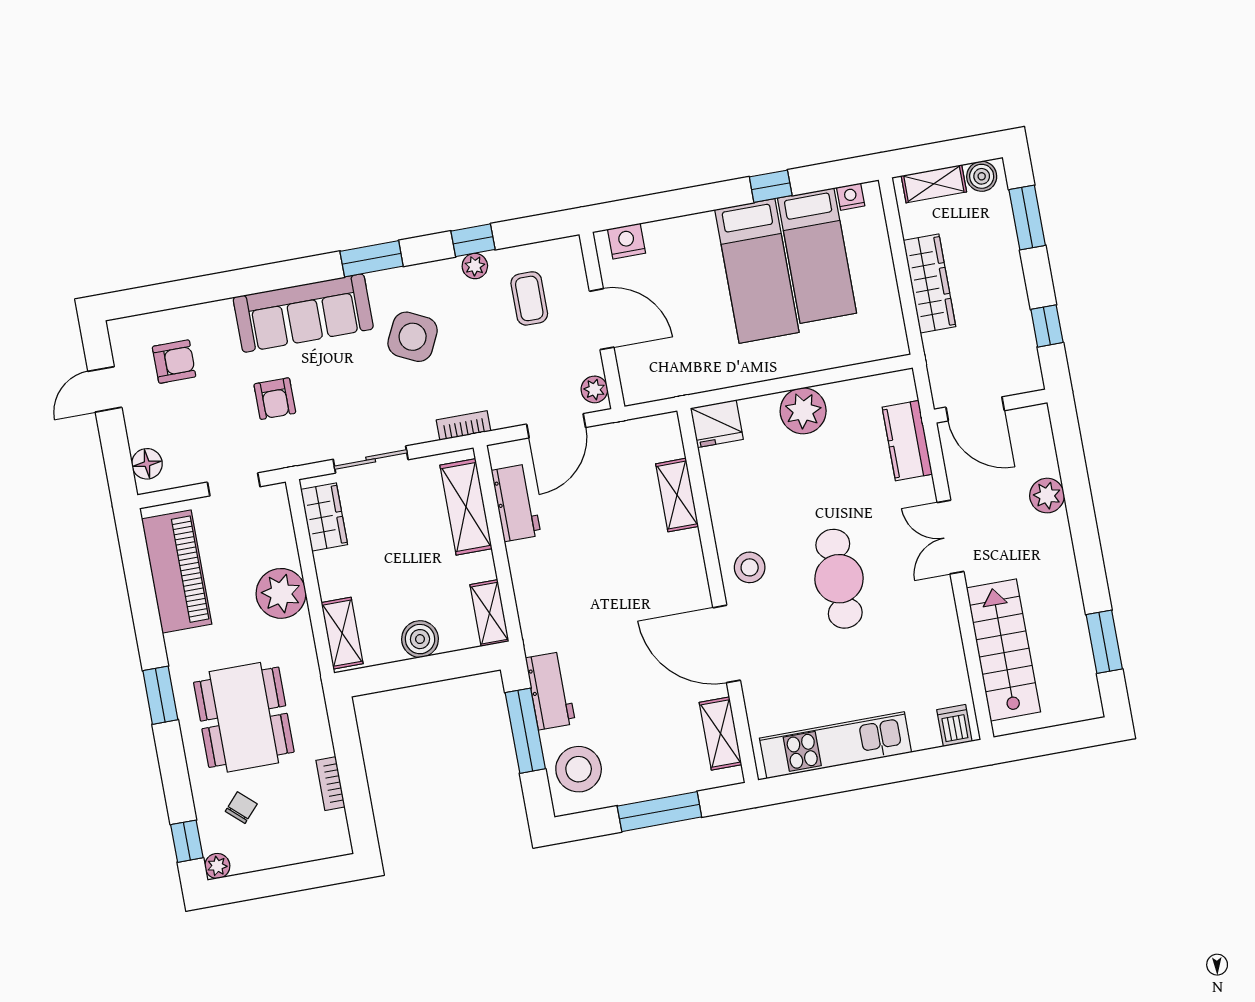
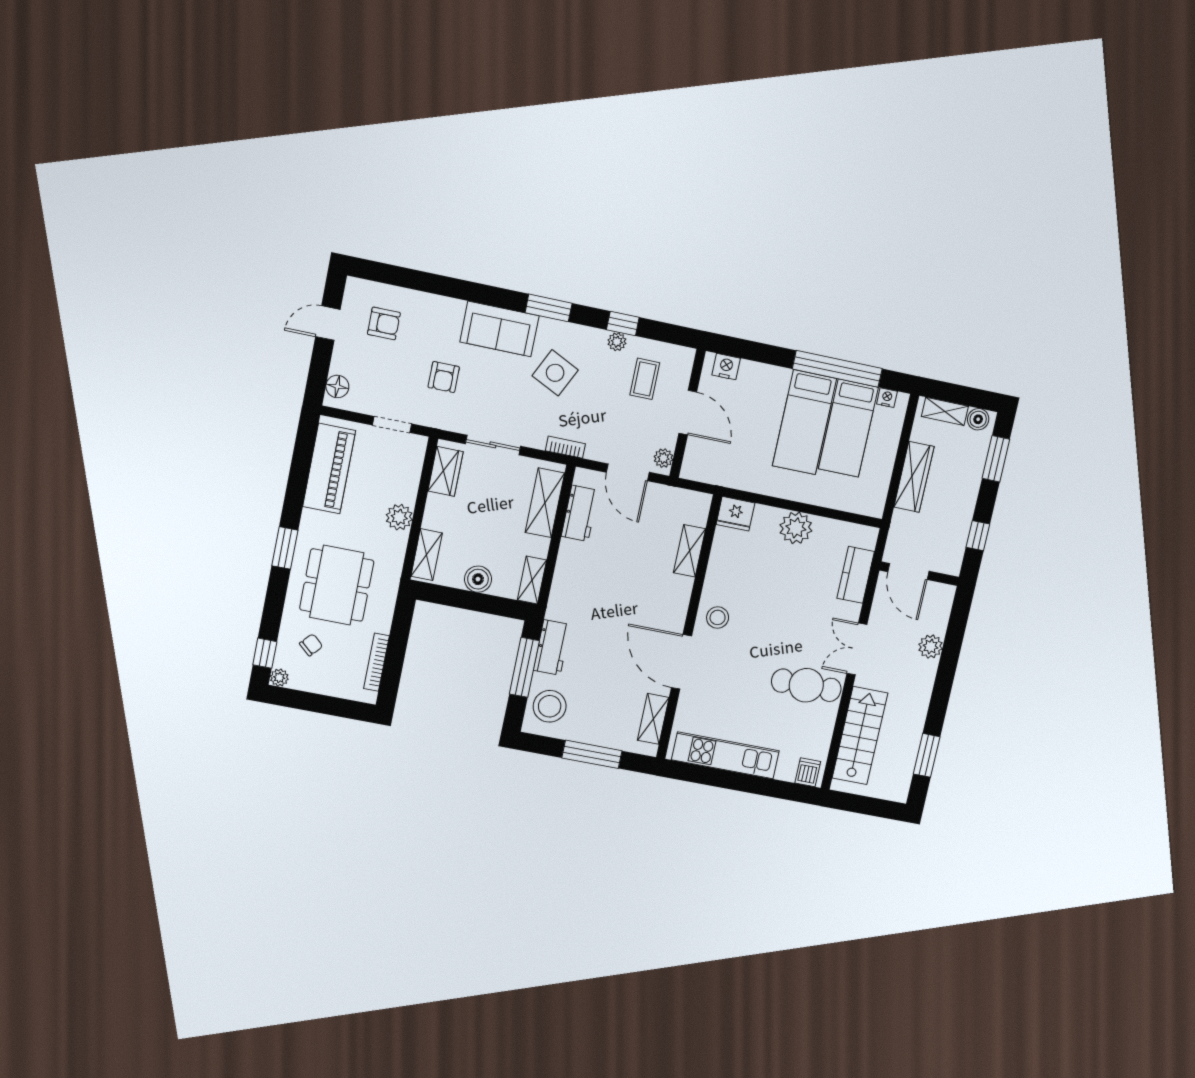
window: (771, 186) -> (837, 369), width x3.17
sofa: (303, 313) -> (499, 329), width x0.73
door: (556, 426) -> (628, 472), hinge flipped
cafe table: (839, 579) -> (806, 685), moved, turned 90
plant: (281, 593) -> (399, 517), width x0.73, depth x0.73
bookcase: (330, 784) -> (377, 662), width x1.56

